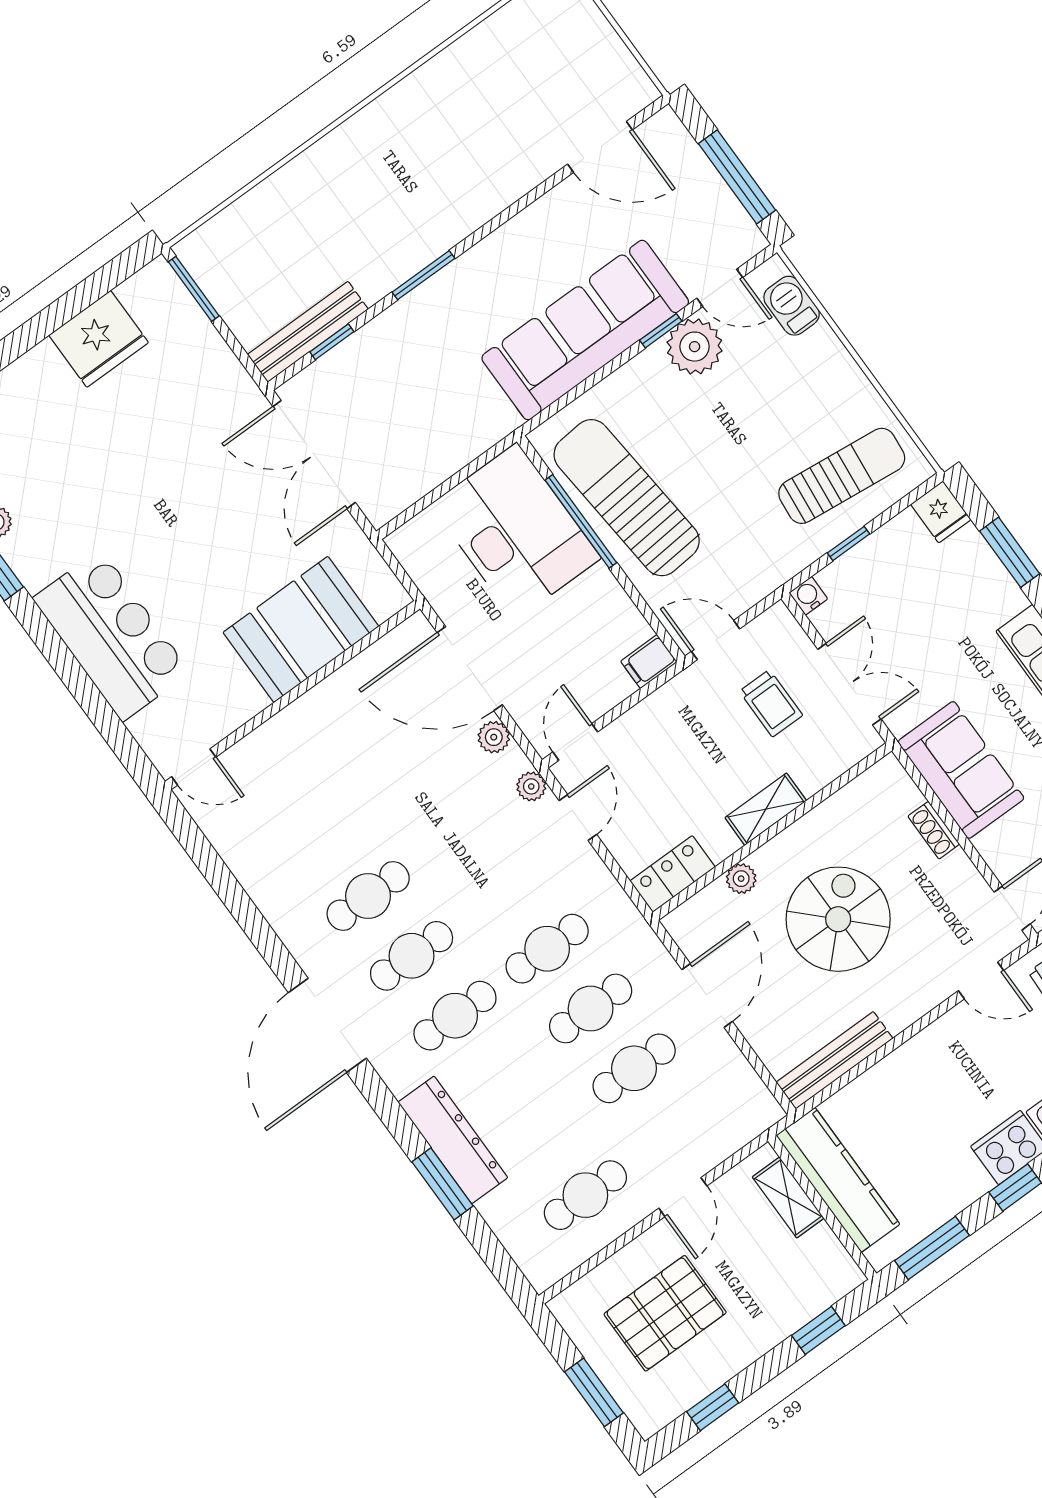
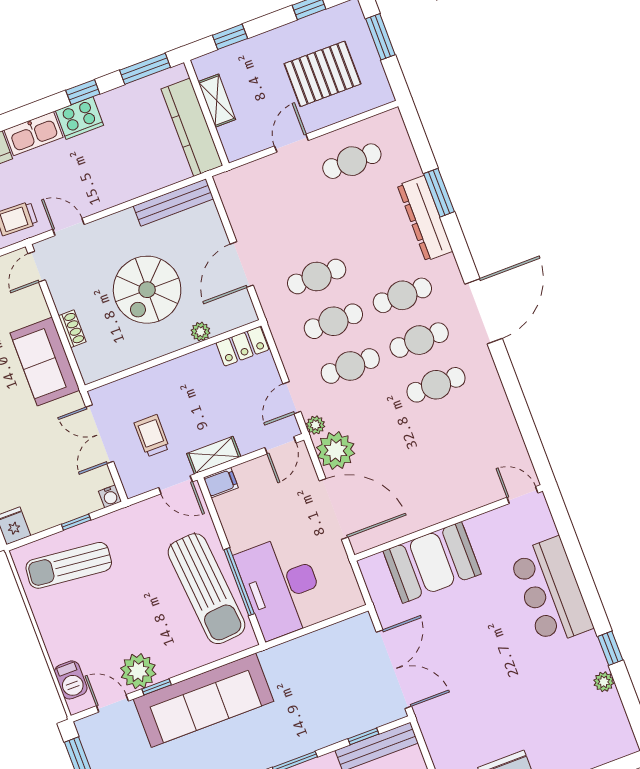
plant: (494, 737) -> (336, 451), width x1.88, depth x1.88
shelving: (766, 809) -> (214, 455), moved
cafe table: (634, 1068) -> (350, 366), moved
shelving: (788, 1197) -> (217, 101), moved

